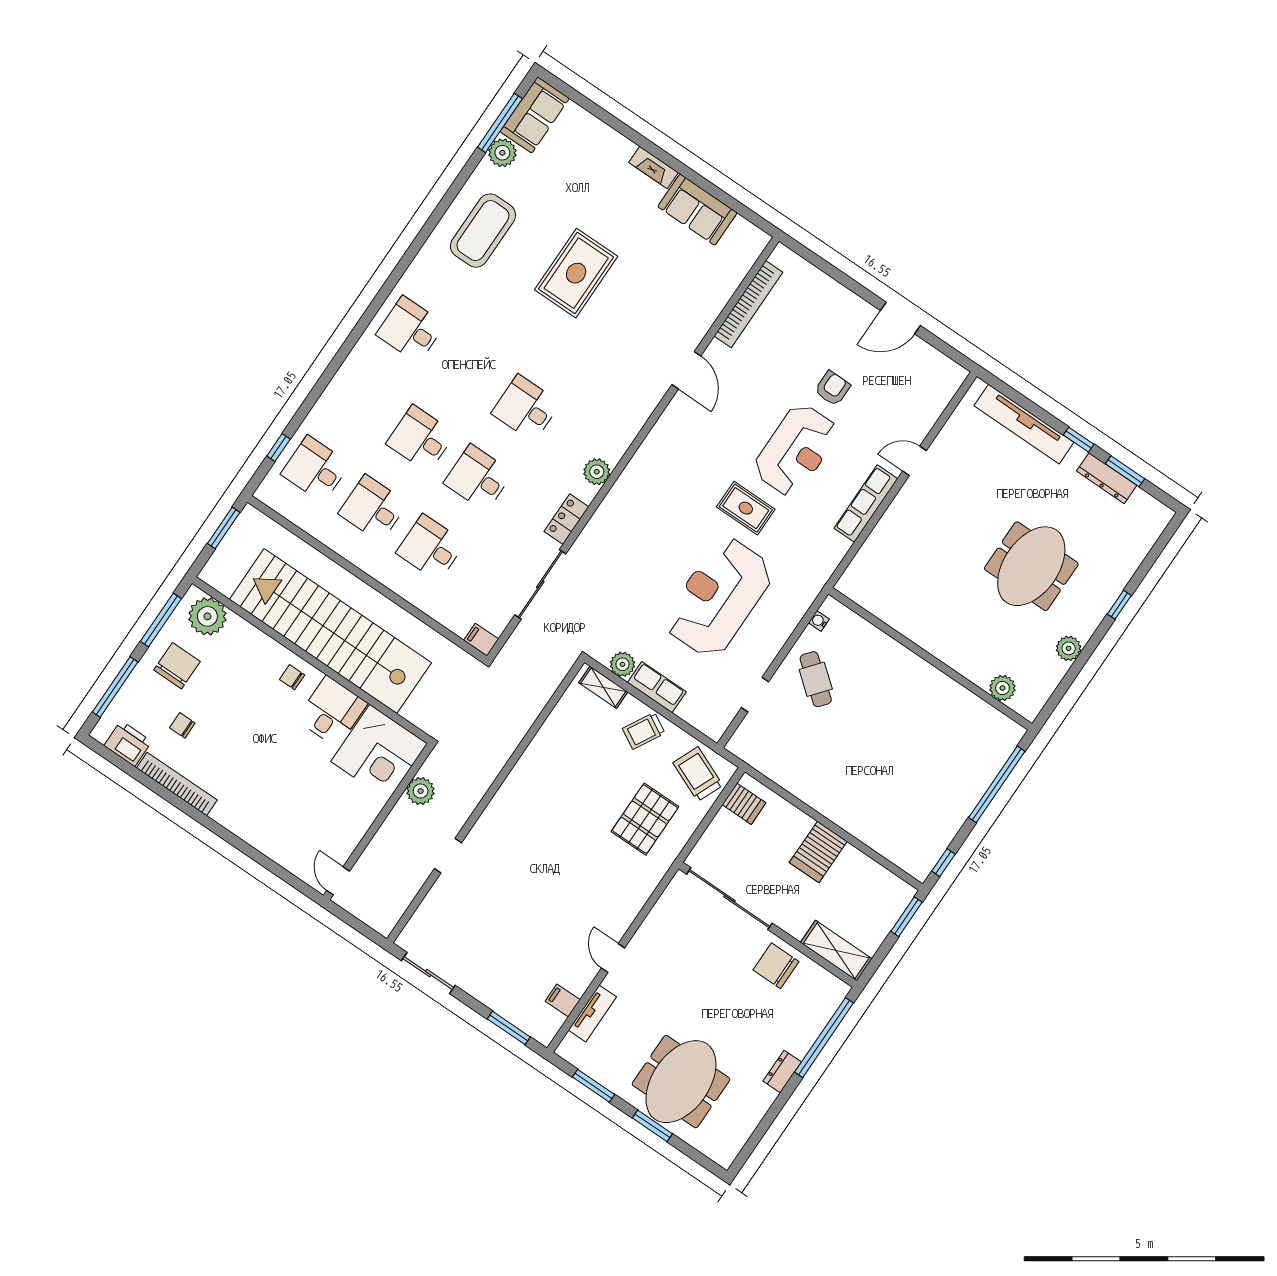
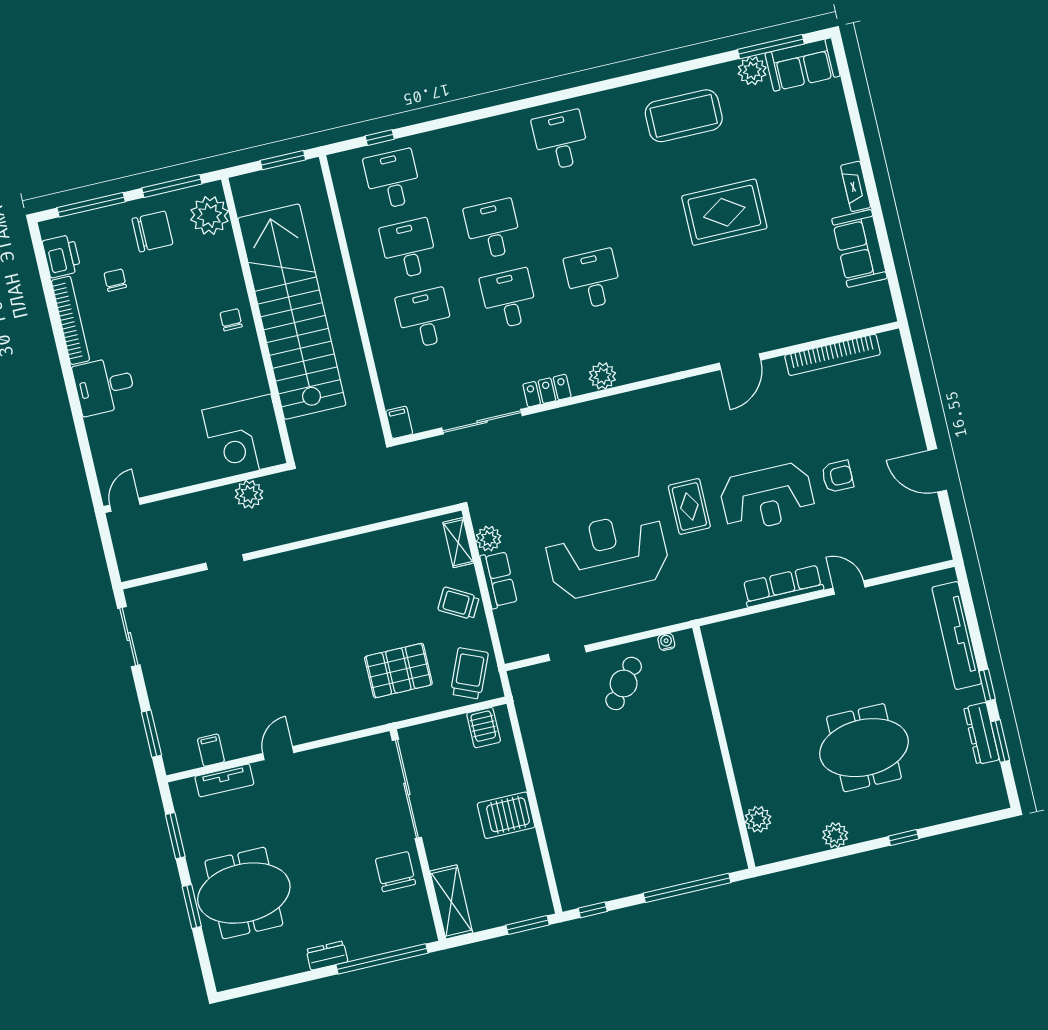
desk: (332, 711) -> (104, 386), moved, turned 180

